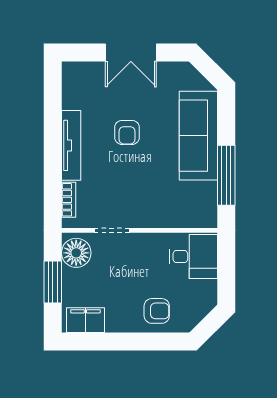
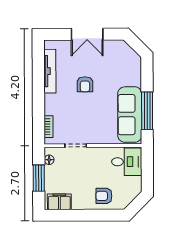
sofa: (198, 136) -> (130, 115), moved
tv unit: (71, 145) -> (50, 71), moved
floor lamp: (76, 253) -> (49, 160), width x0.53, depth x0.53
armchair: (157, 311) -> (104, 196), turned 180

